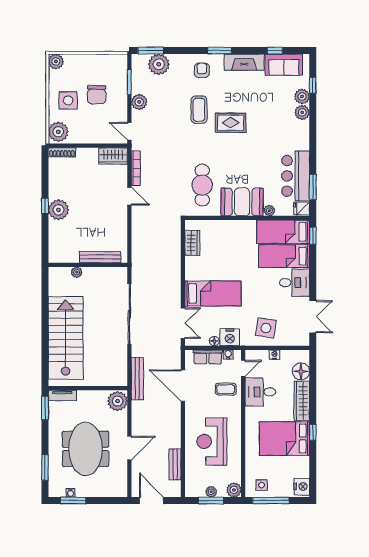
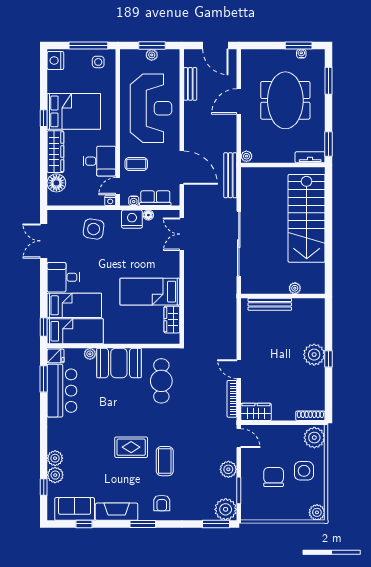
plant: (159, 64) -> (226, 509), moved
bed: (213, 293) -> (150, 292), moved
nightstand: (274, 355) -> (110, 201), moved
plant: (118, 401) -> (246, 156), width x0.53, depth x0.53
reception desk: (212, 441) -> (151, 108), width x1.36, depth x1.30
plant: (234, 490) -> (128, 57), removed

